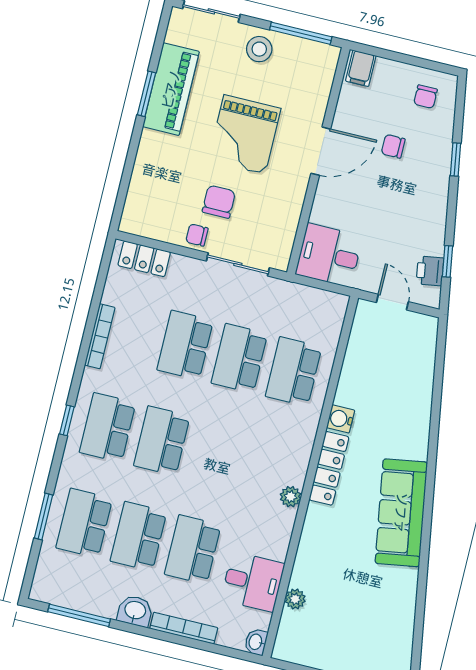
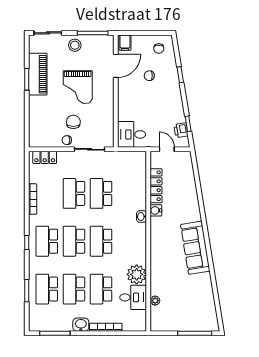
door: (321, 151) -> (116, 66), moved
school desk: (294, 372) -> (101, 241), moved
locker: (329, 468) -> (156, 186), moved
plant: (291, 497) -> (137, 274), moved, width x1.88, depth x1.88
washbasin: (256, 642) -> (142, 217), moved

